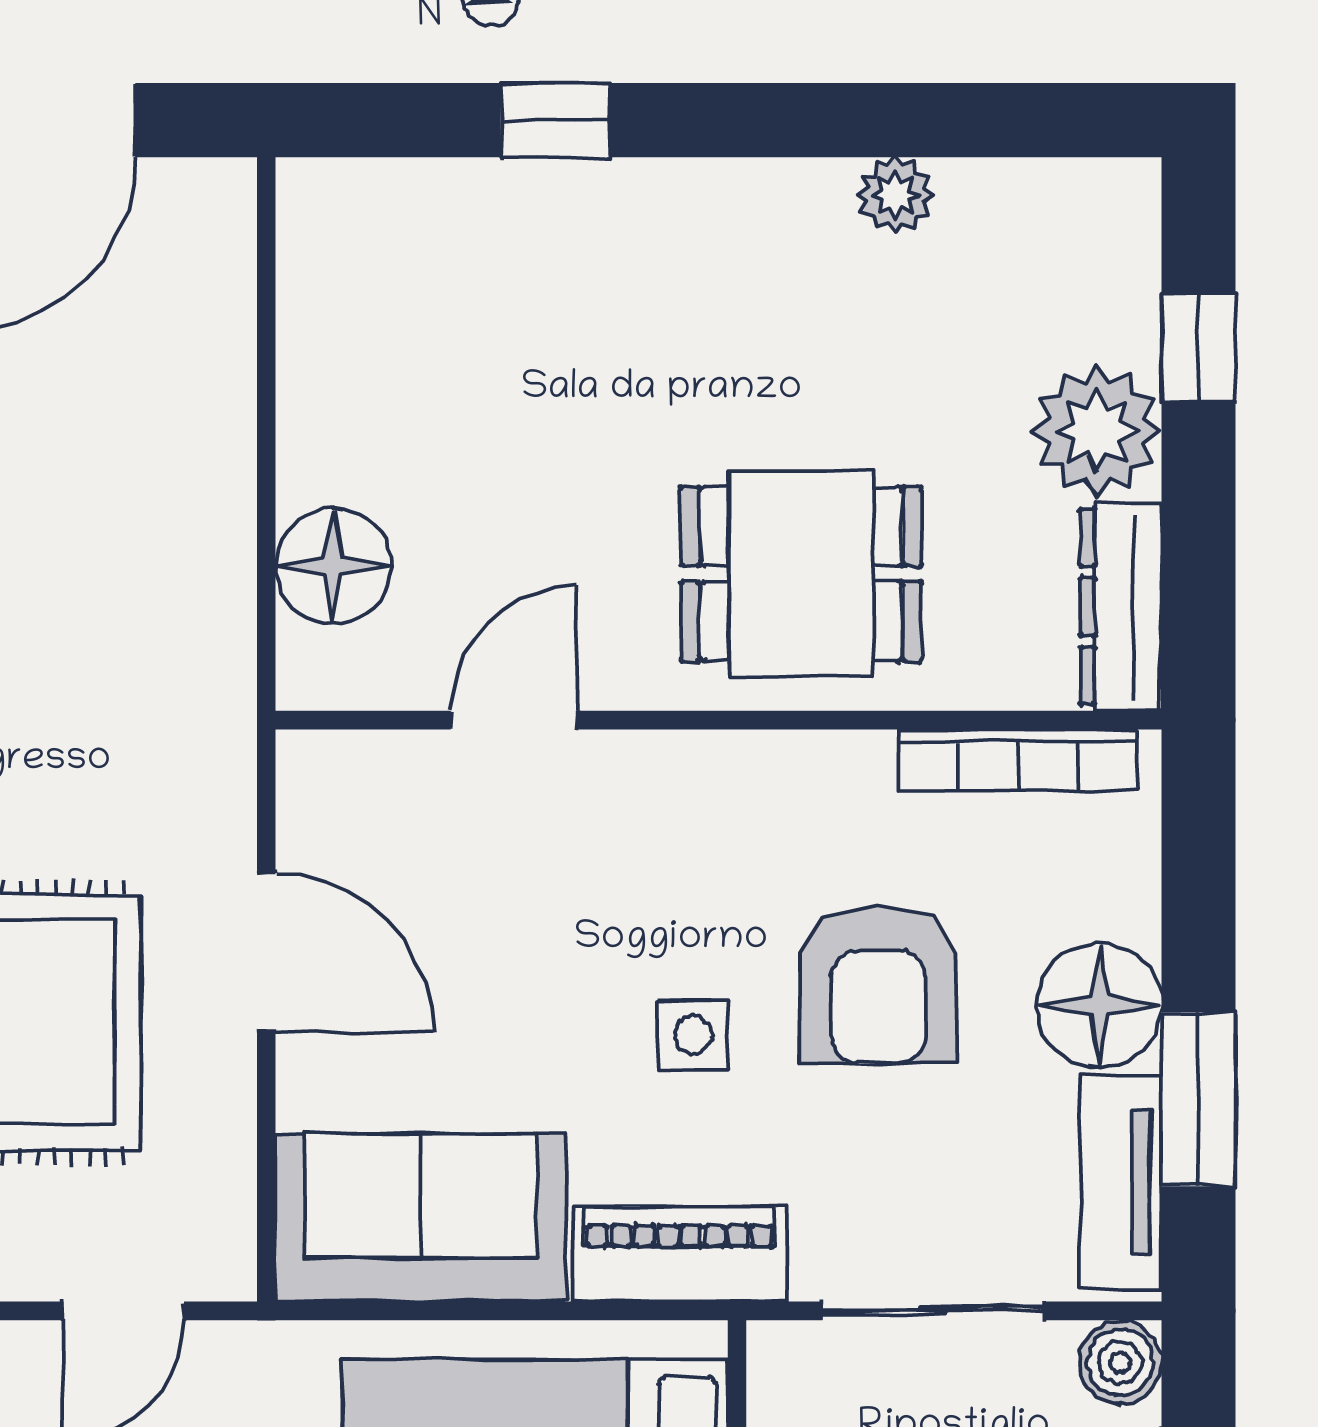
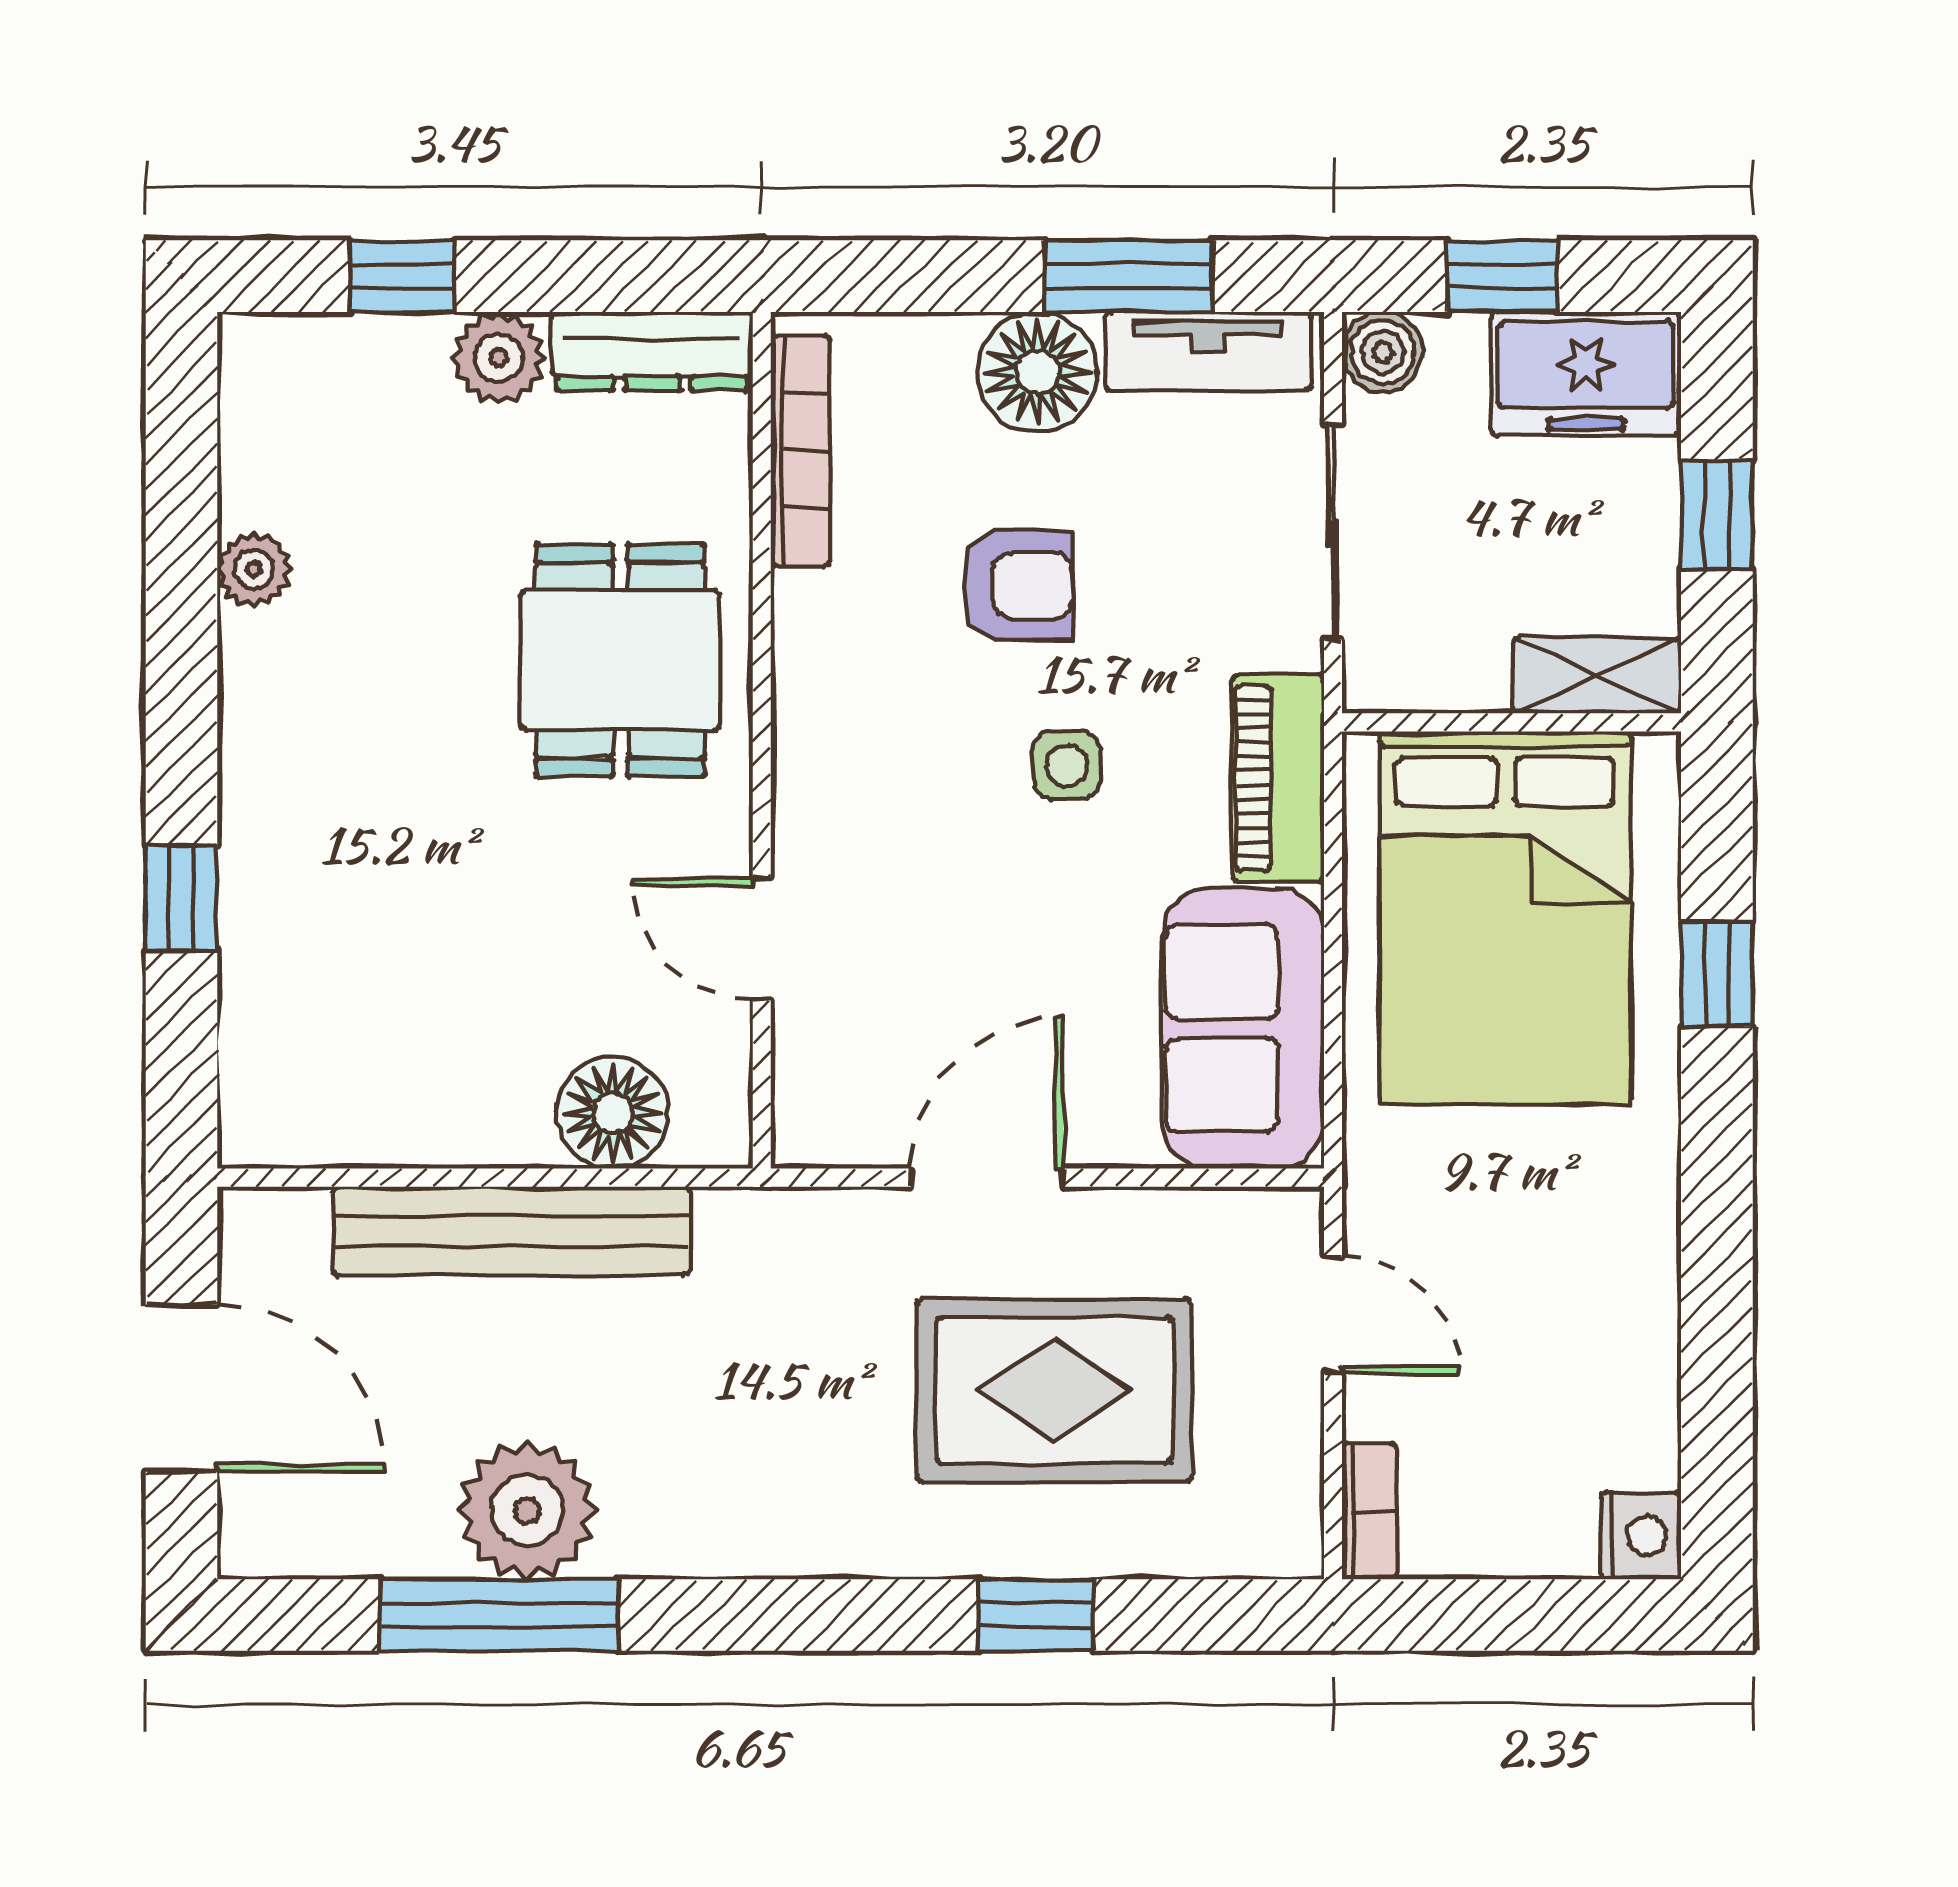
plant: (1097, 431) -> (499, 358), width x0.73, depth x0.73
bench: (211, 461) -> (511, 1231), added
armchair: (878, 984) -> (1017, 586), width x0.72, depth x0.72

